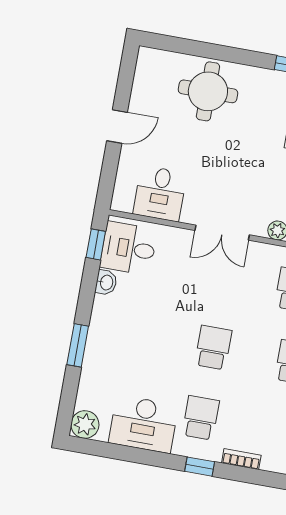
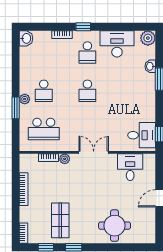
washbasin: (106, 282) -> (150, 66), moved

